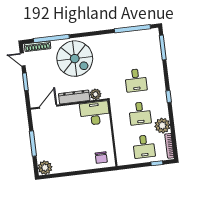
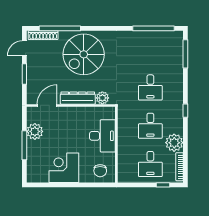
spiral stairs: (75, 59) -> (84, 54), turned 90
door: (23, 60) -> (24, 48), hinge flipped
desk: (95, 113) -> (102, 136), moved, turned 90
corner desk: (69, 159) -> (64, 168), added
plant: (45, 168) -> (35, 131), moved

